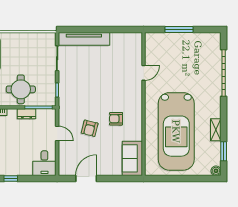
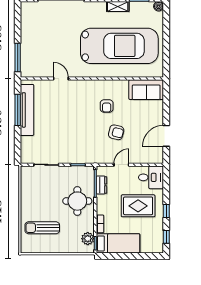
window: (112, 30) -> (18, 110), added
window: (179, 30) -> (18, 57), moved
tv unit: (84, 39) -> (27, 110), moved
dresser: (27, 114) -> (102, 185), moved
rug: (16, 150) -> (138, 206), added
door: (86, 178) -> (166, 136), hinge flipped

